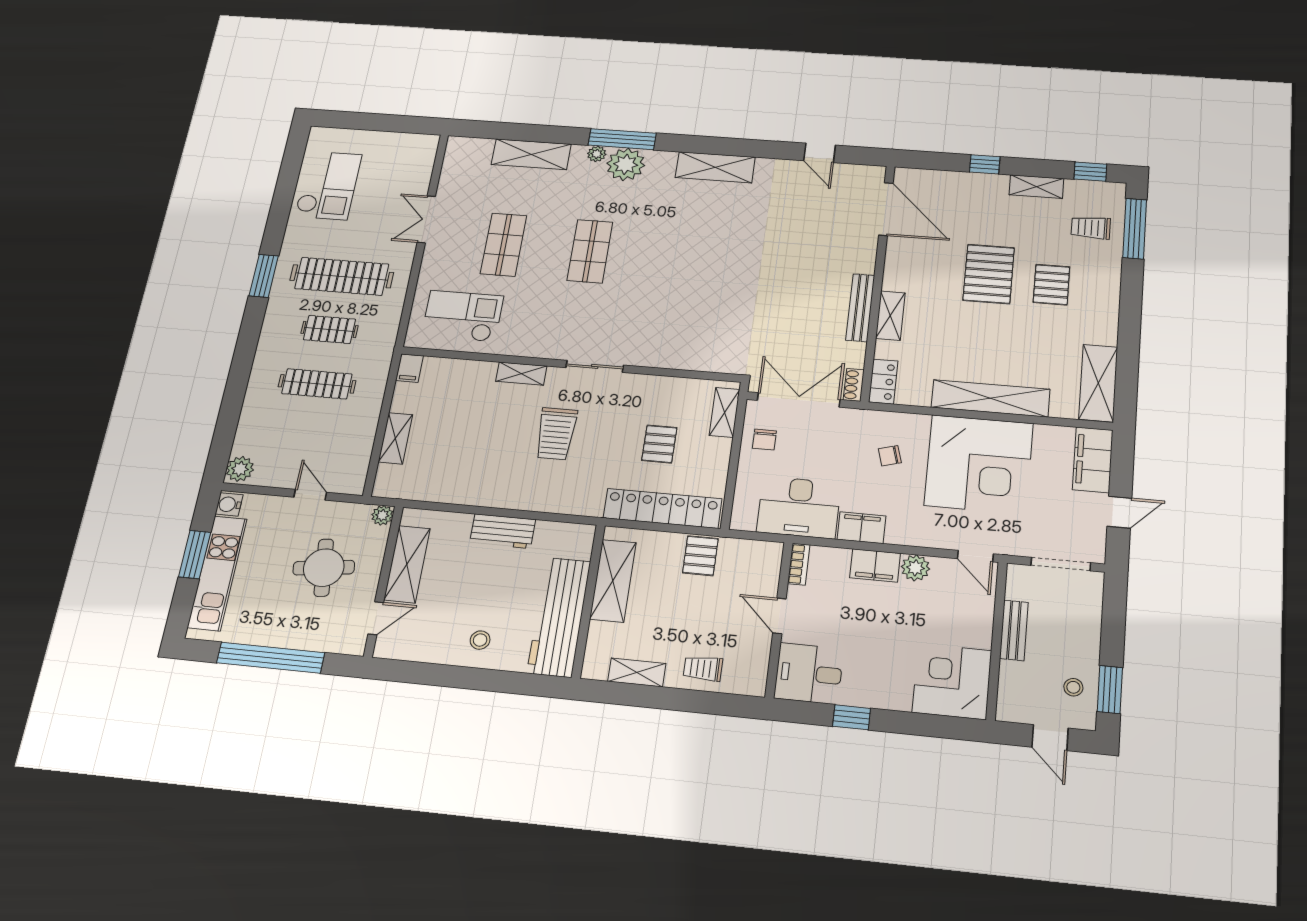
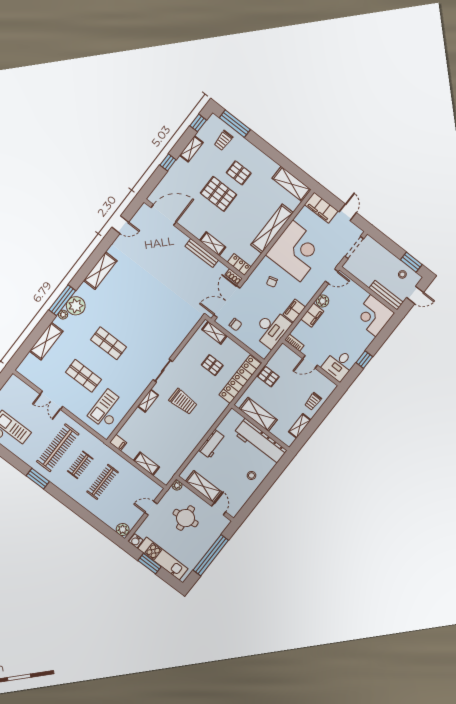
bench: (1014, 630) -> (386, 295), moved, width x1.36

